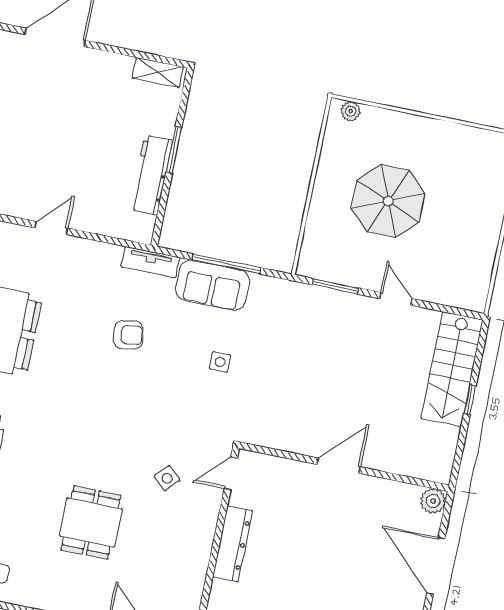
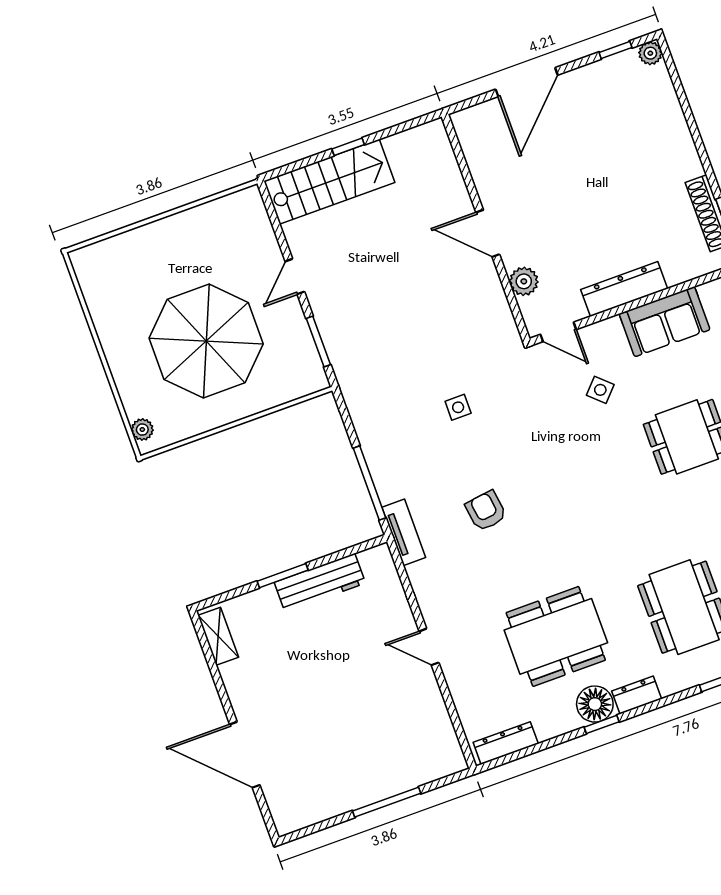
parasol: (388, 201) -> (206, 341), width x1.36, depth x1.36
window: (227, 264) -> (370, 483), moved
sofa: (213, 285) -> (665, 322), moved, turned 90
plant: (433, 501) -> (524, 281), moved

